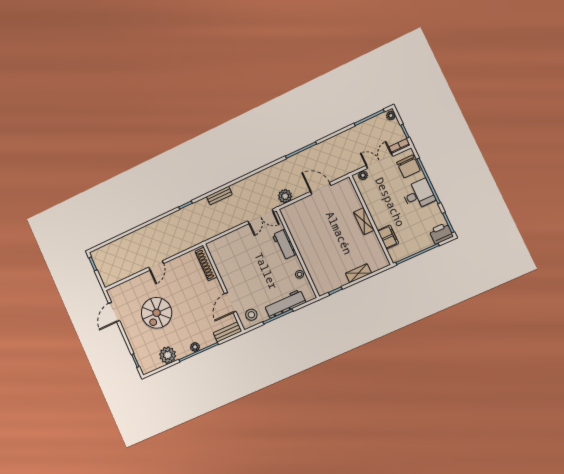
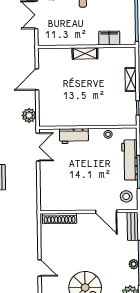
plant: (363, 175) -> (42, 35), removed

